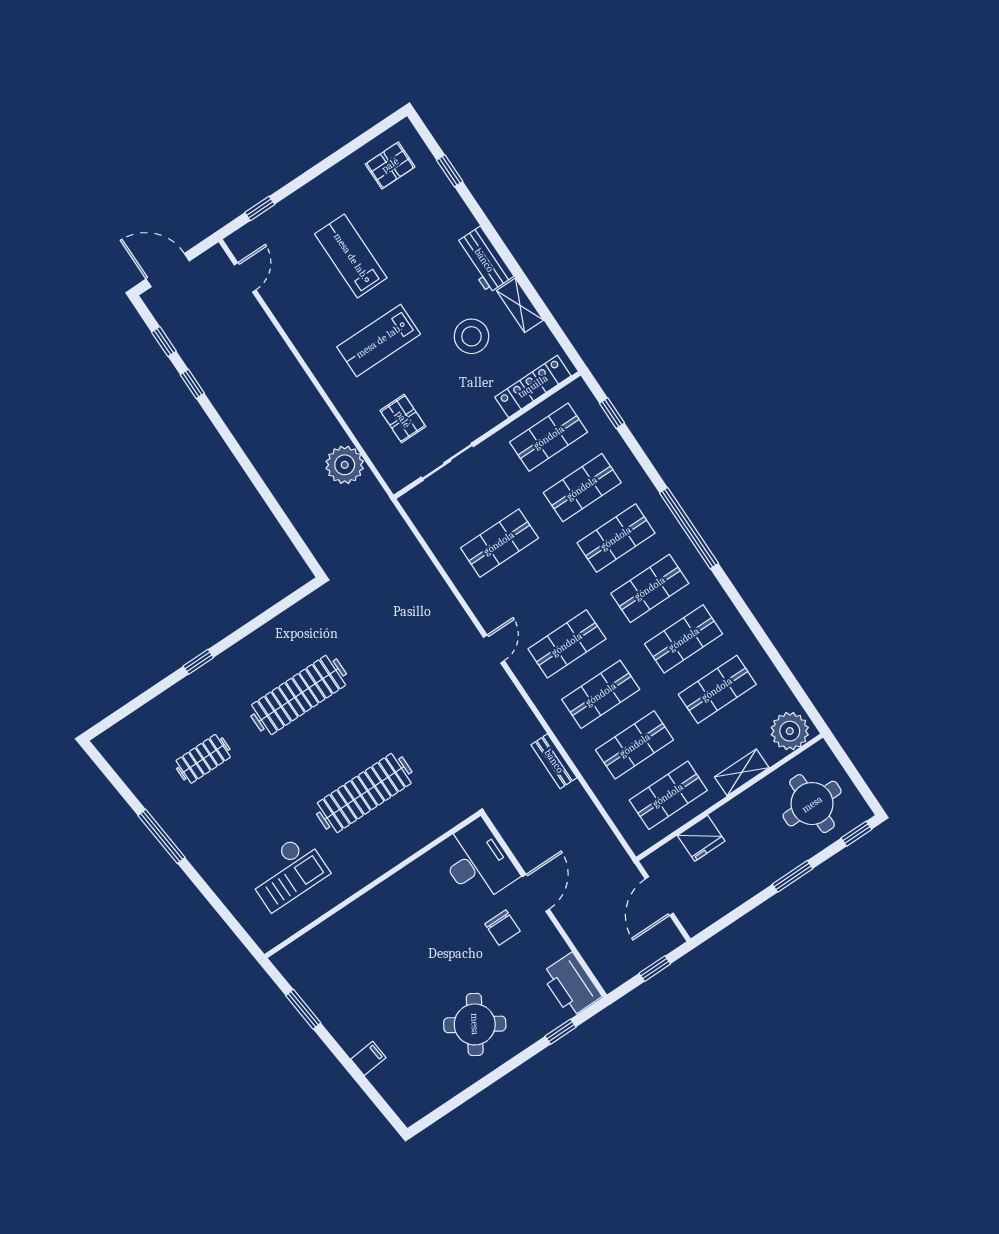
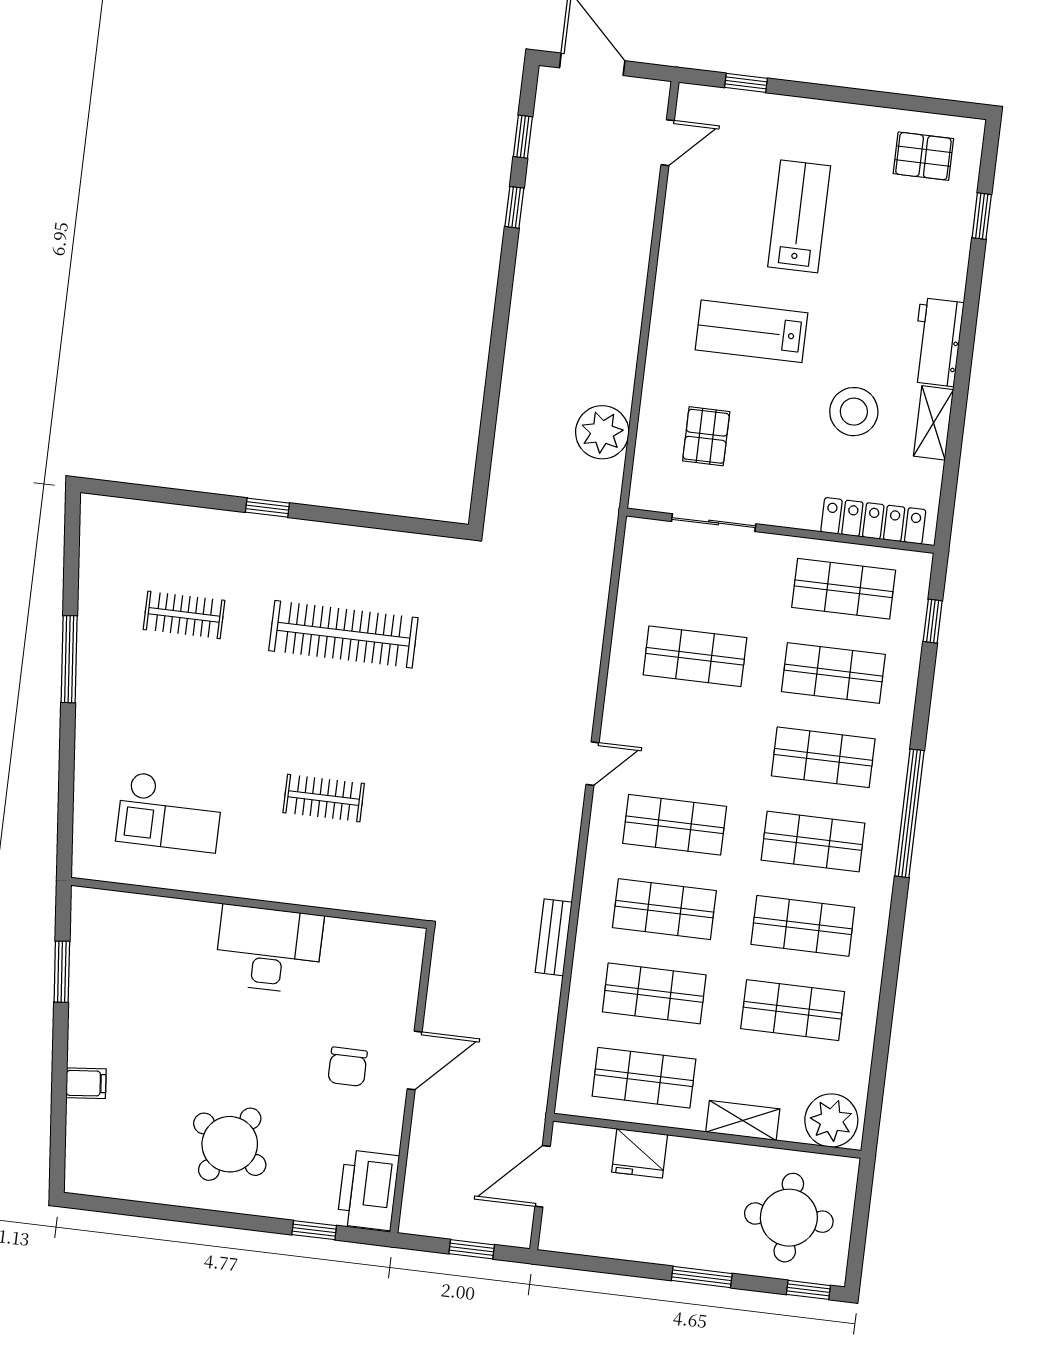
clothes rail: (364, 793) -> (324, 798), width x0.54, depth x0.76
desk: (477, 862) -> (269, 949), moved, turned -90

